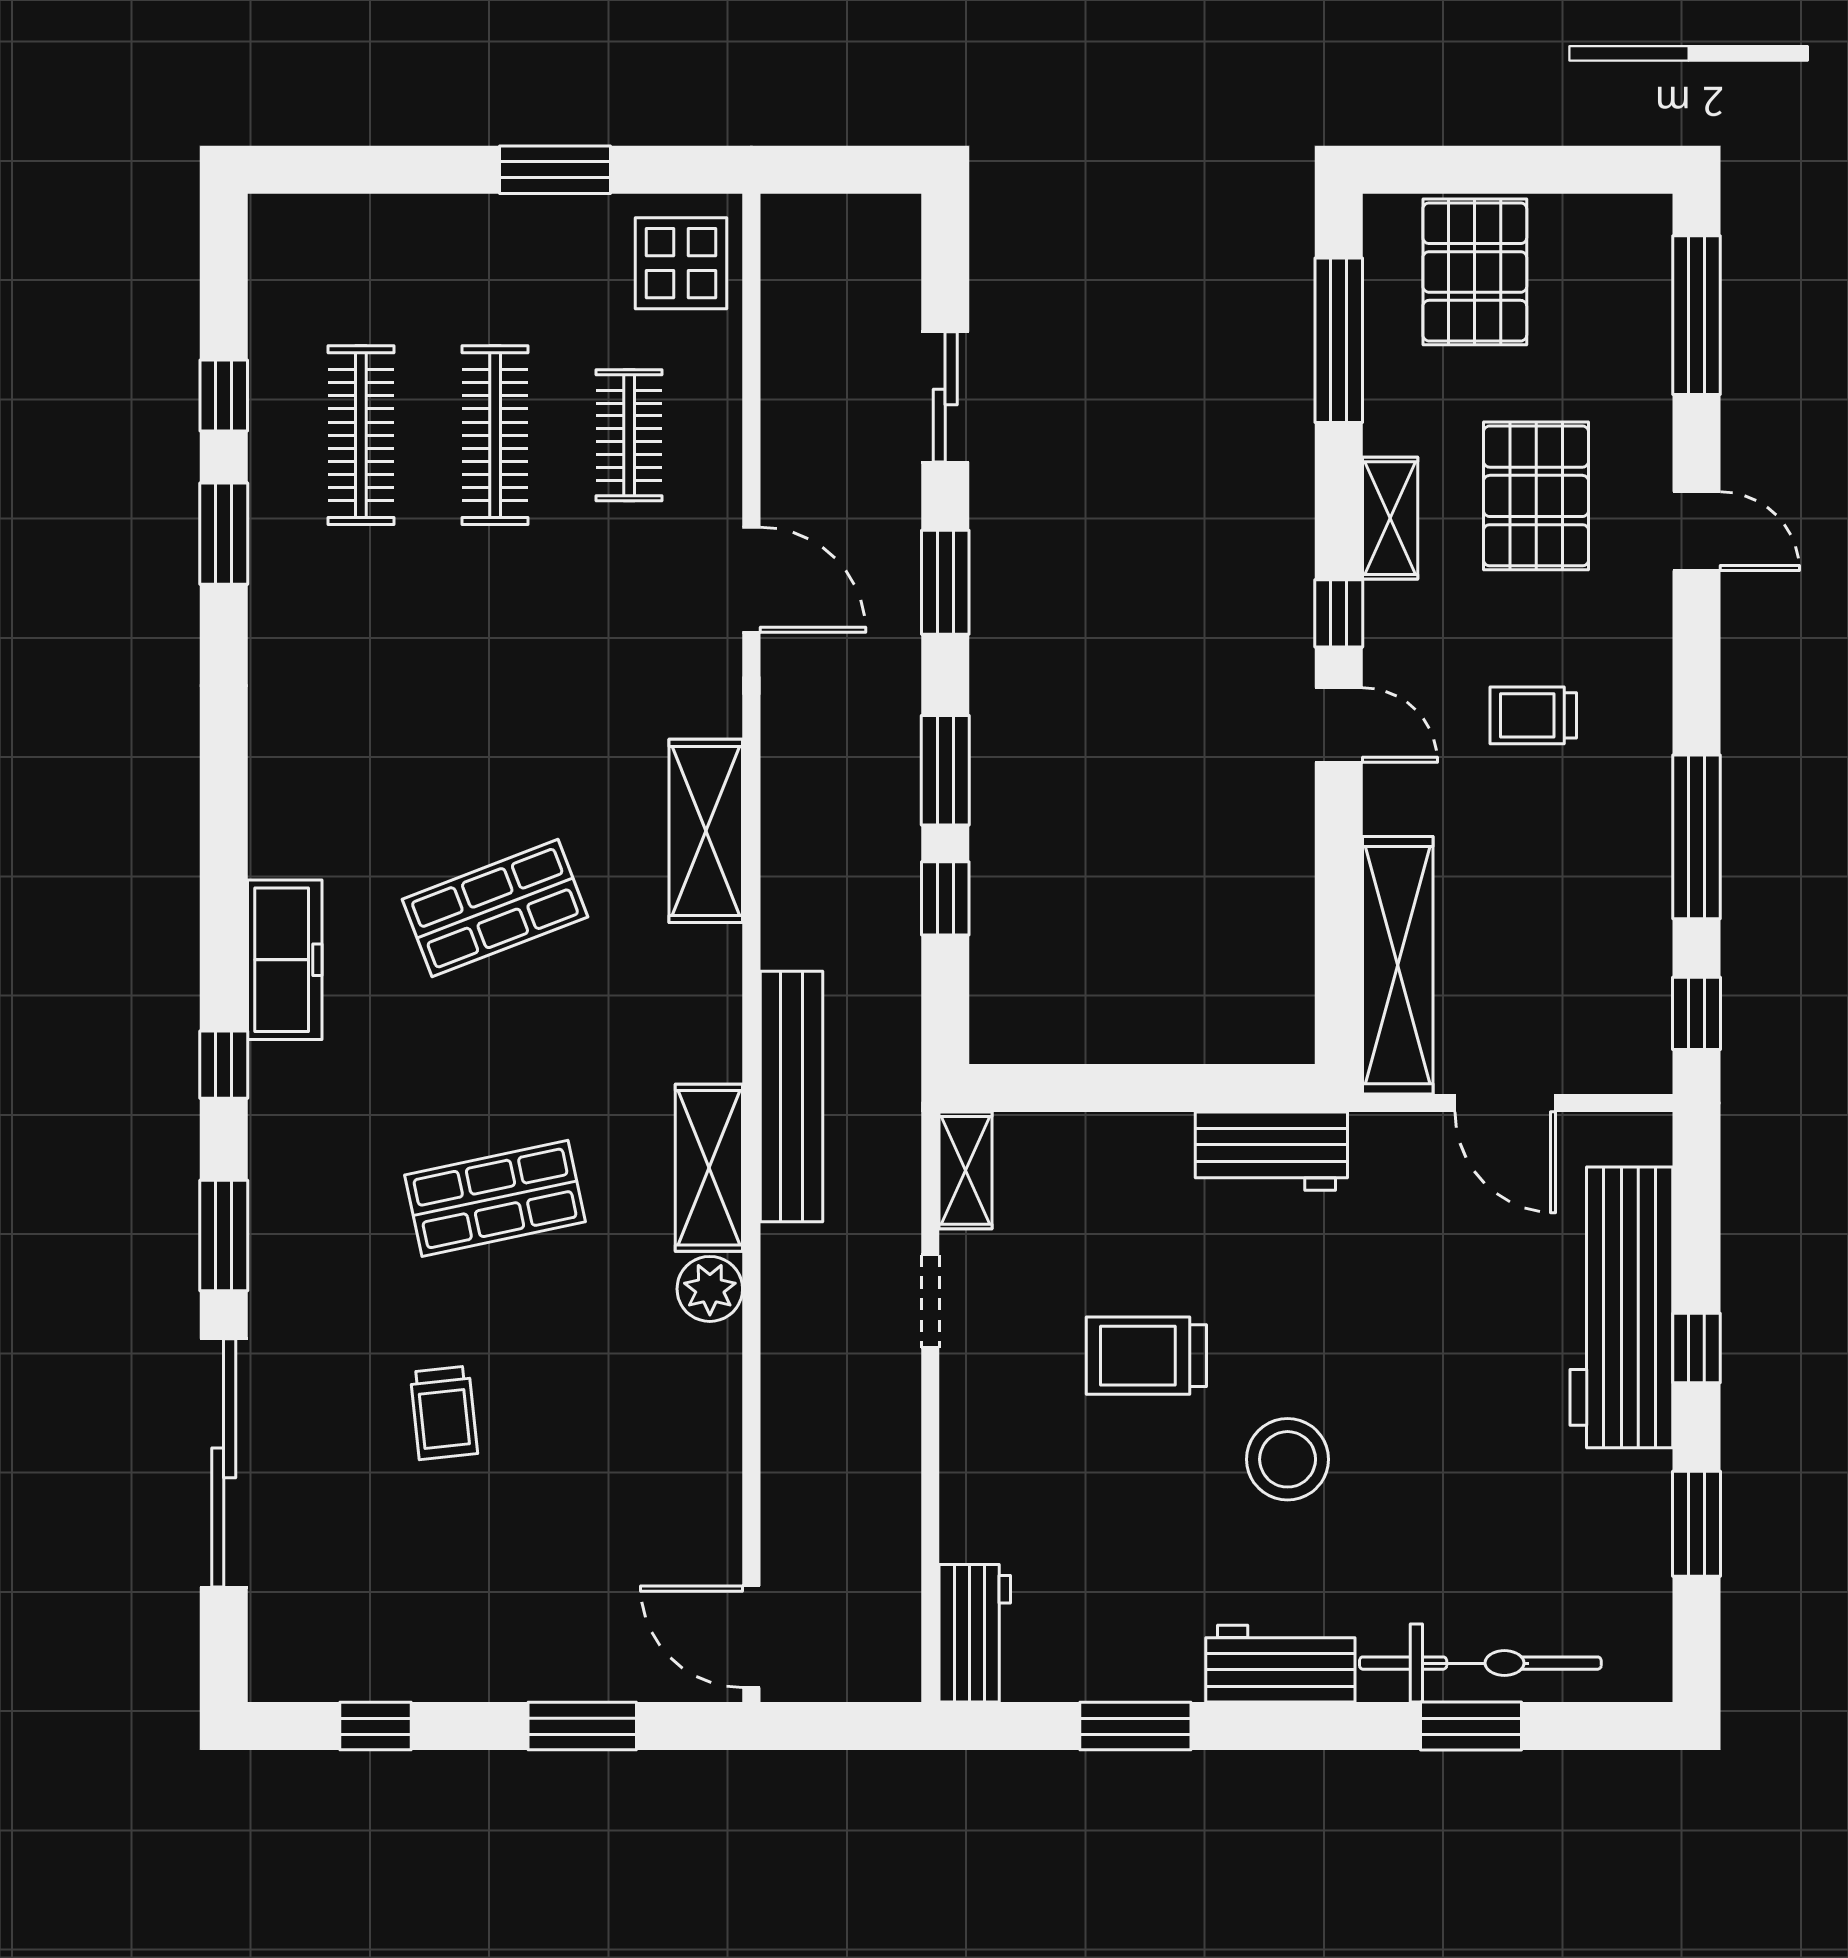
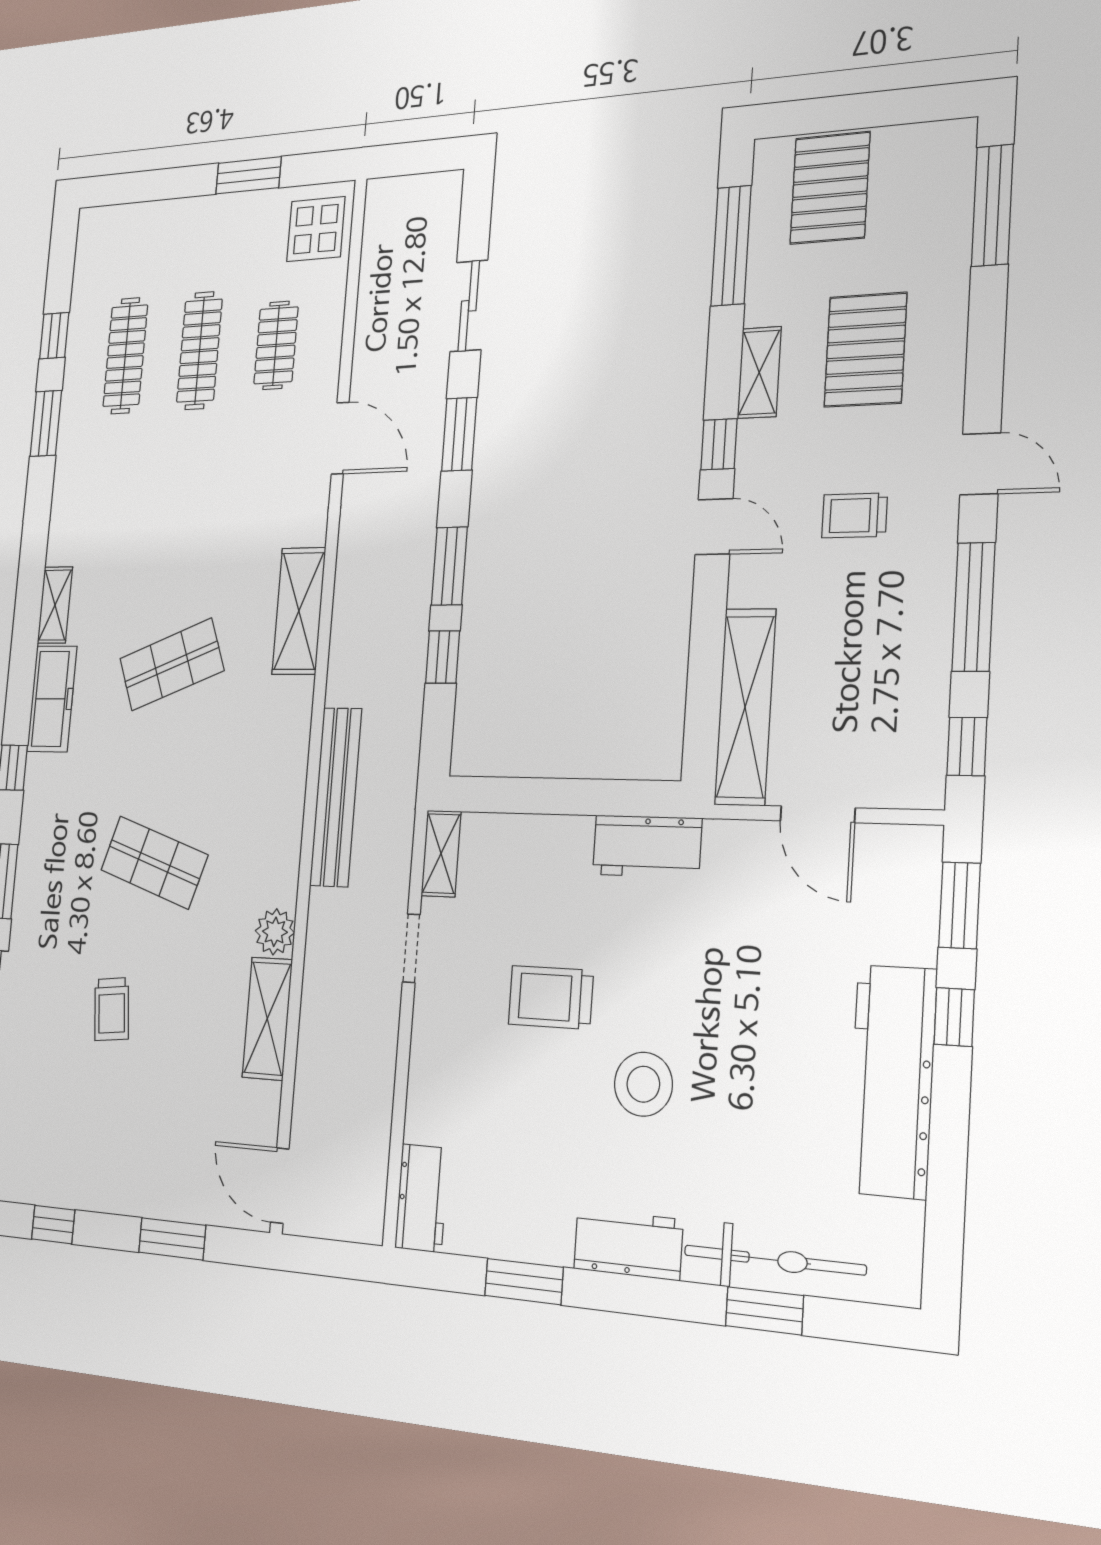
door: (1696, 531) -> (980, 464), moved
shelving: (274, 817) -> (55, 605), added
shelving: (709, 1168) -> (267, 1018), moved
shop shelf: (495, 1198) -> (154, 862), turned 30
workbench: (1621, 1307) -> (892, 1081), moved
window: (1696, 1524) -> (959, 905), moved

